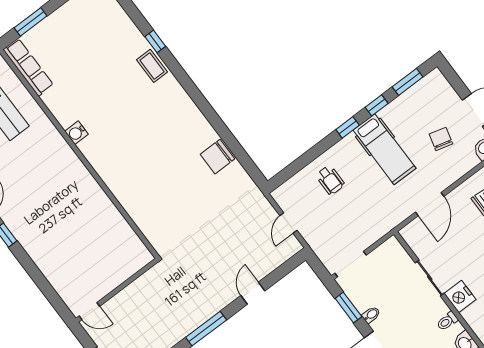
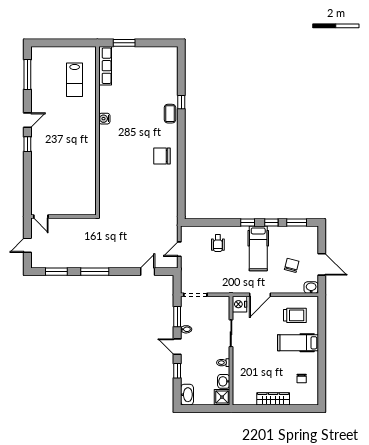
chair: (218, 157) -> (162, 156), moved
door: (253, 293) -> (148, 272), moved
nightstand: (460, 297) -> (240, 304), moved

